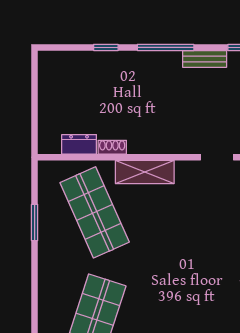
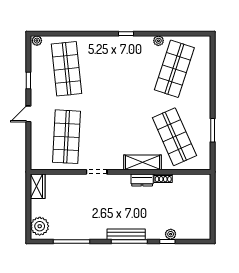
plant: (101, 59) -> (171, 234), added
bench: (205, 59) -> (126, 234), moved, width x1.36
dresser: (79, 144) -> (142, 180), moved

